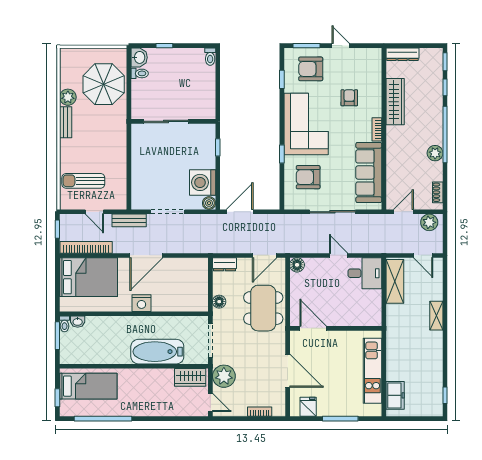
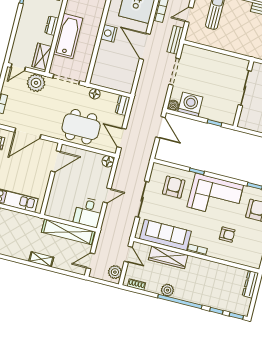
wardrobe: (395, 102) -> (168, 257), moved
shelving: (395, 281) -> (68, 232), width x1.47
dresser: (150, 375) -> (52, 26), added

